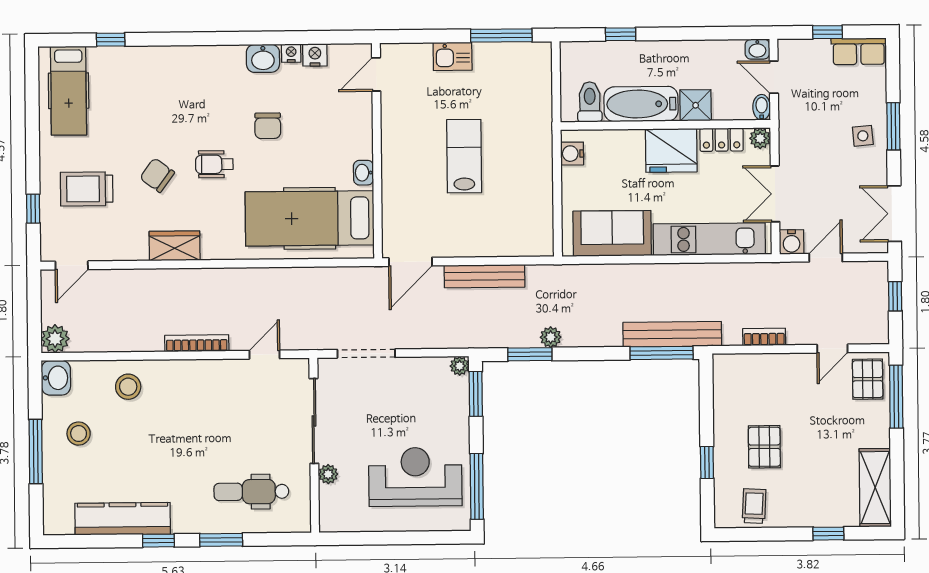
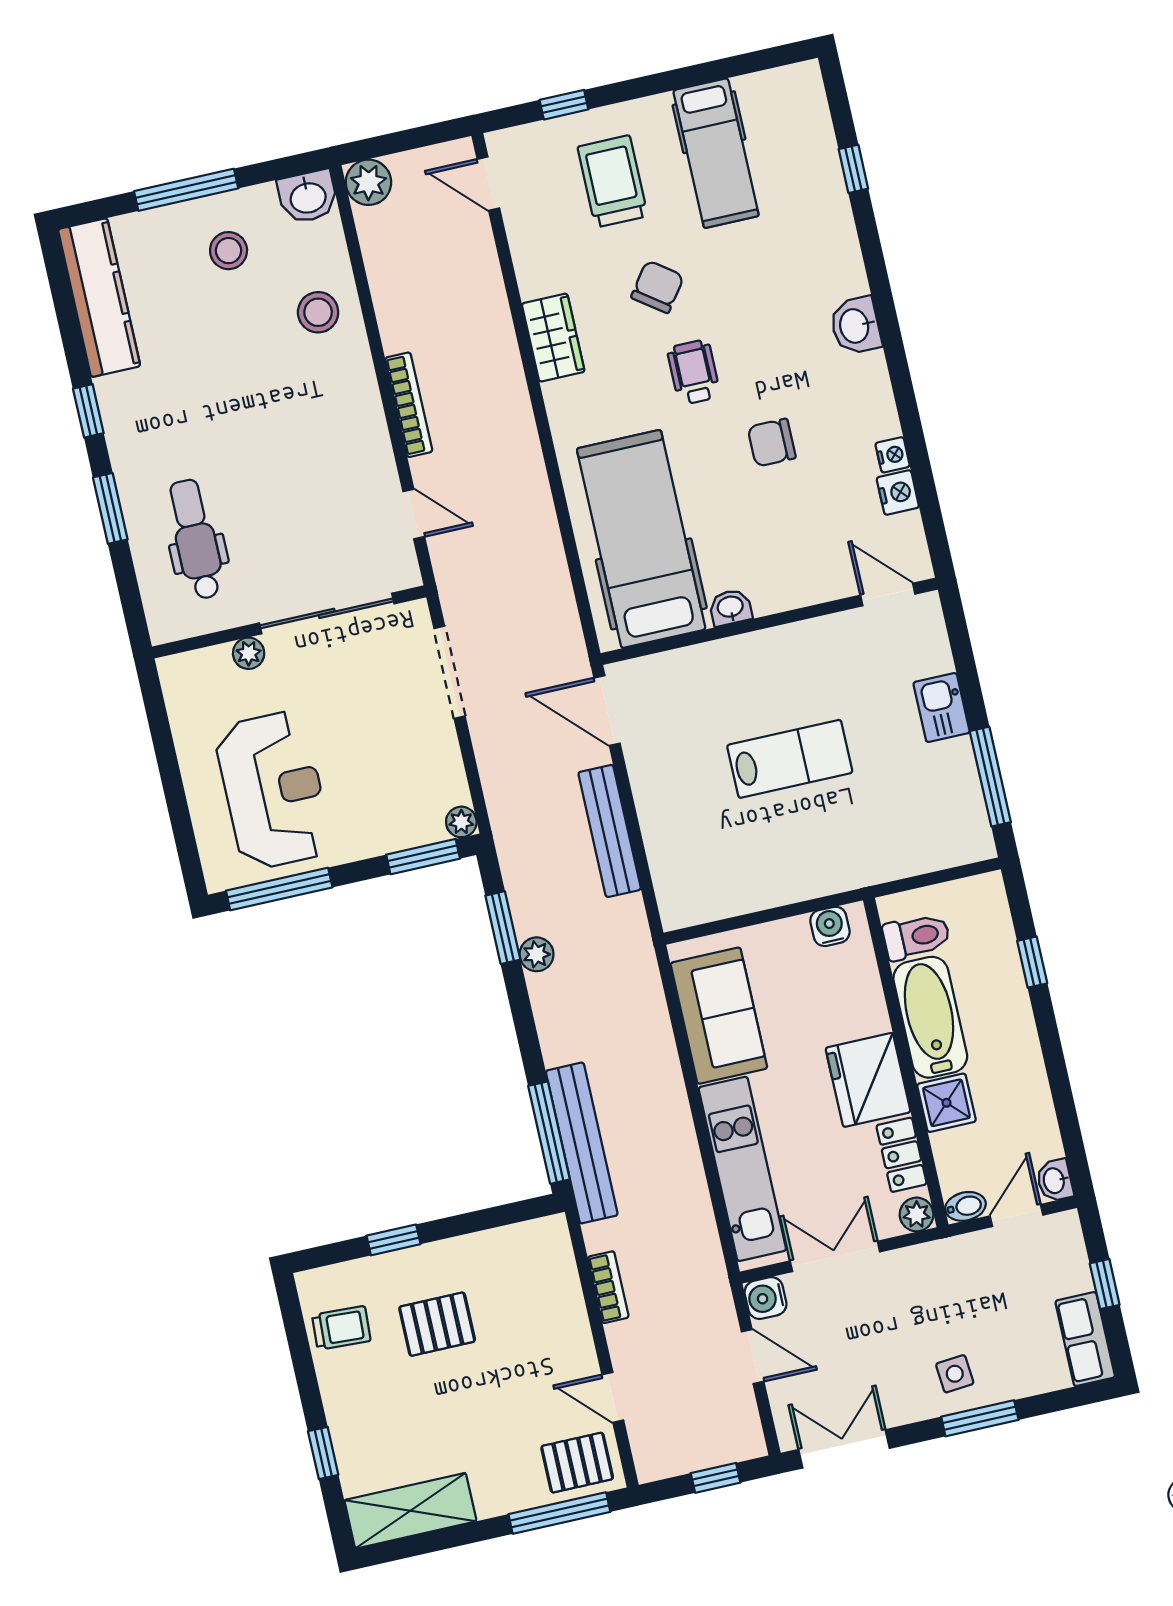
washbasin: (263, 58) -> (855, 326), moved
hospital bed: (69, 91) -> (716, 153), moved, turned -90
kitchen counter: (123, 519) -> (99, 298), moved

